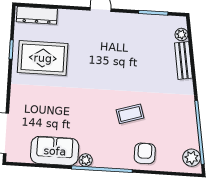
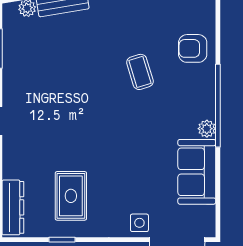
rug: (43, 58) -> (71, 196), width x0.73, depth x0.70
side table: (20, 107) -> (139, 223), added

